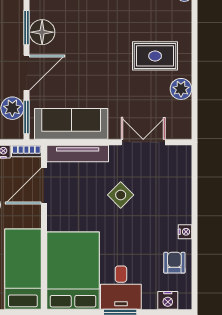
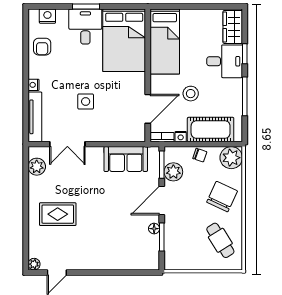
floor lamp: (42, 32) -> (154, 229), width x0.53, depth x0.53
plant: (181, 89) -> (37, 167), moved
sofa: (71, 124) -> (126, 159), width x0.73
tv unit: (78, 154) -> (35, 117), moved, turned 90
side table: (121, 195) -> (86, 102), turned 45
nightstand: (185, 232) -> (34, 85), moved

